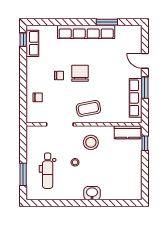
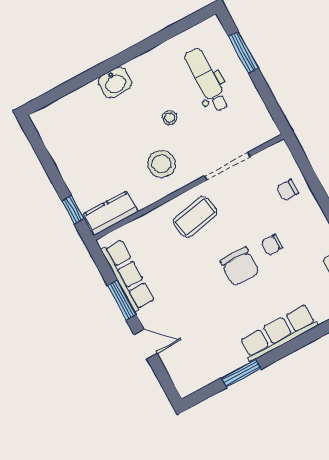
row of seats: (86, 32) -> (279, 333), width x0.73

